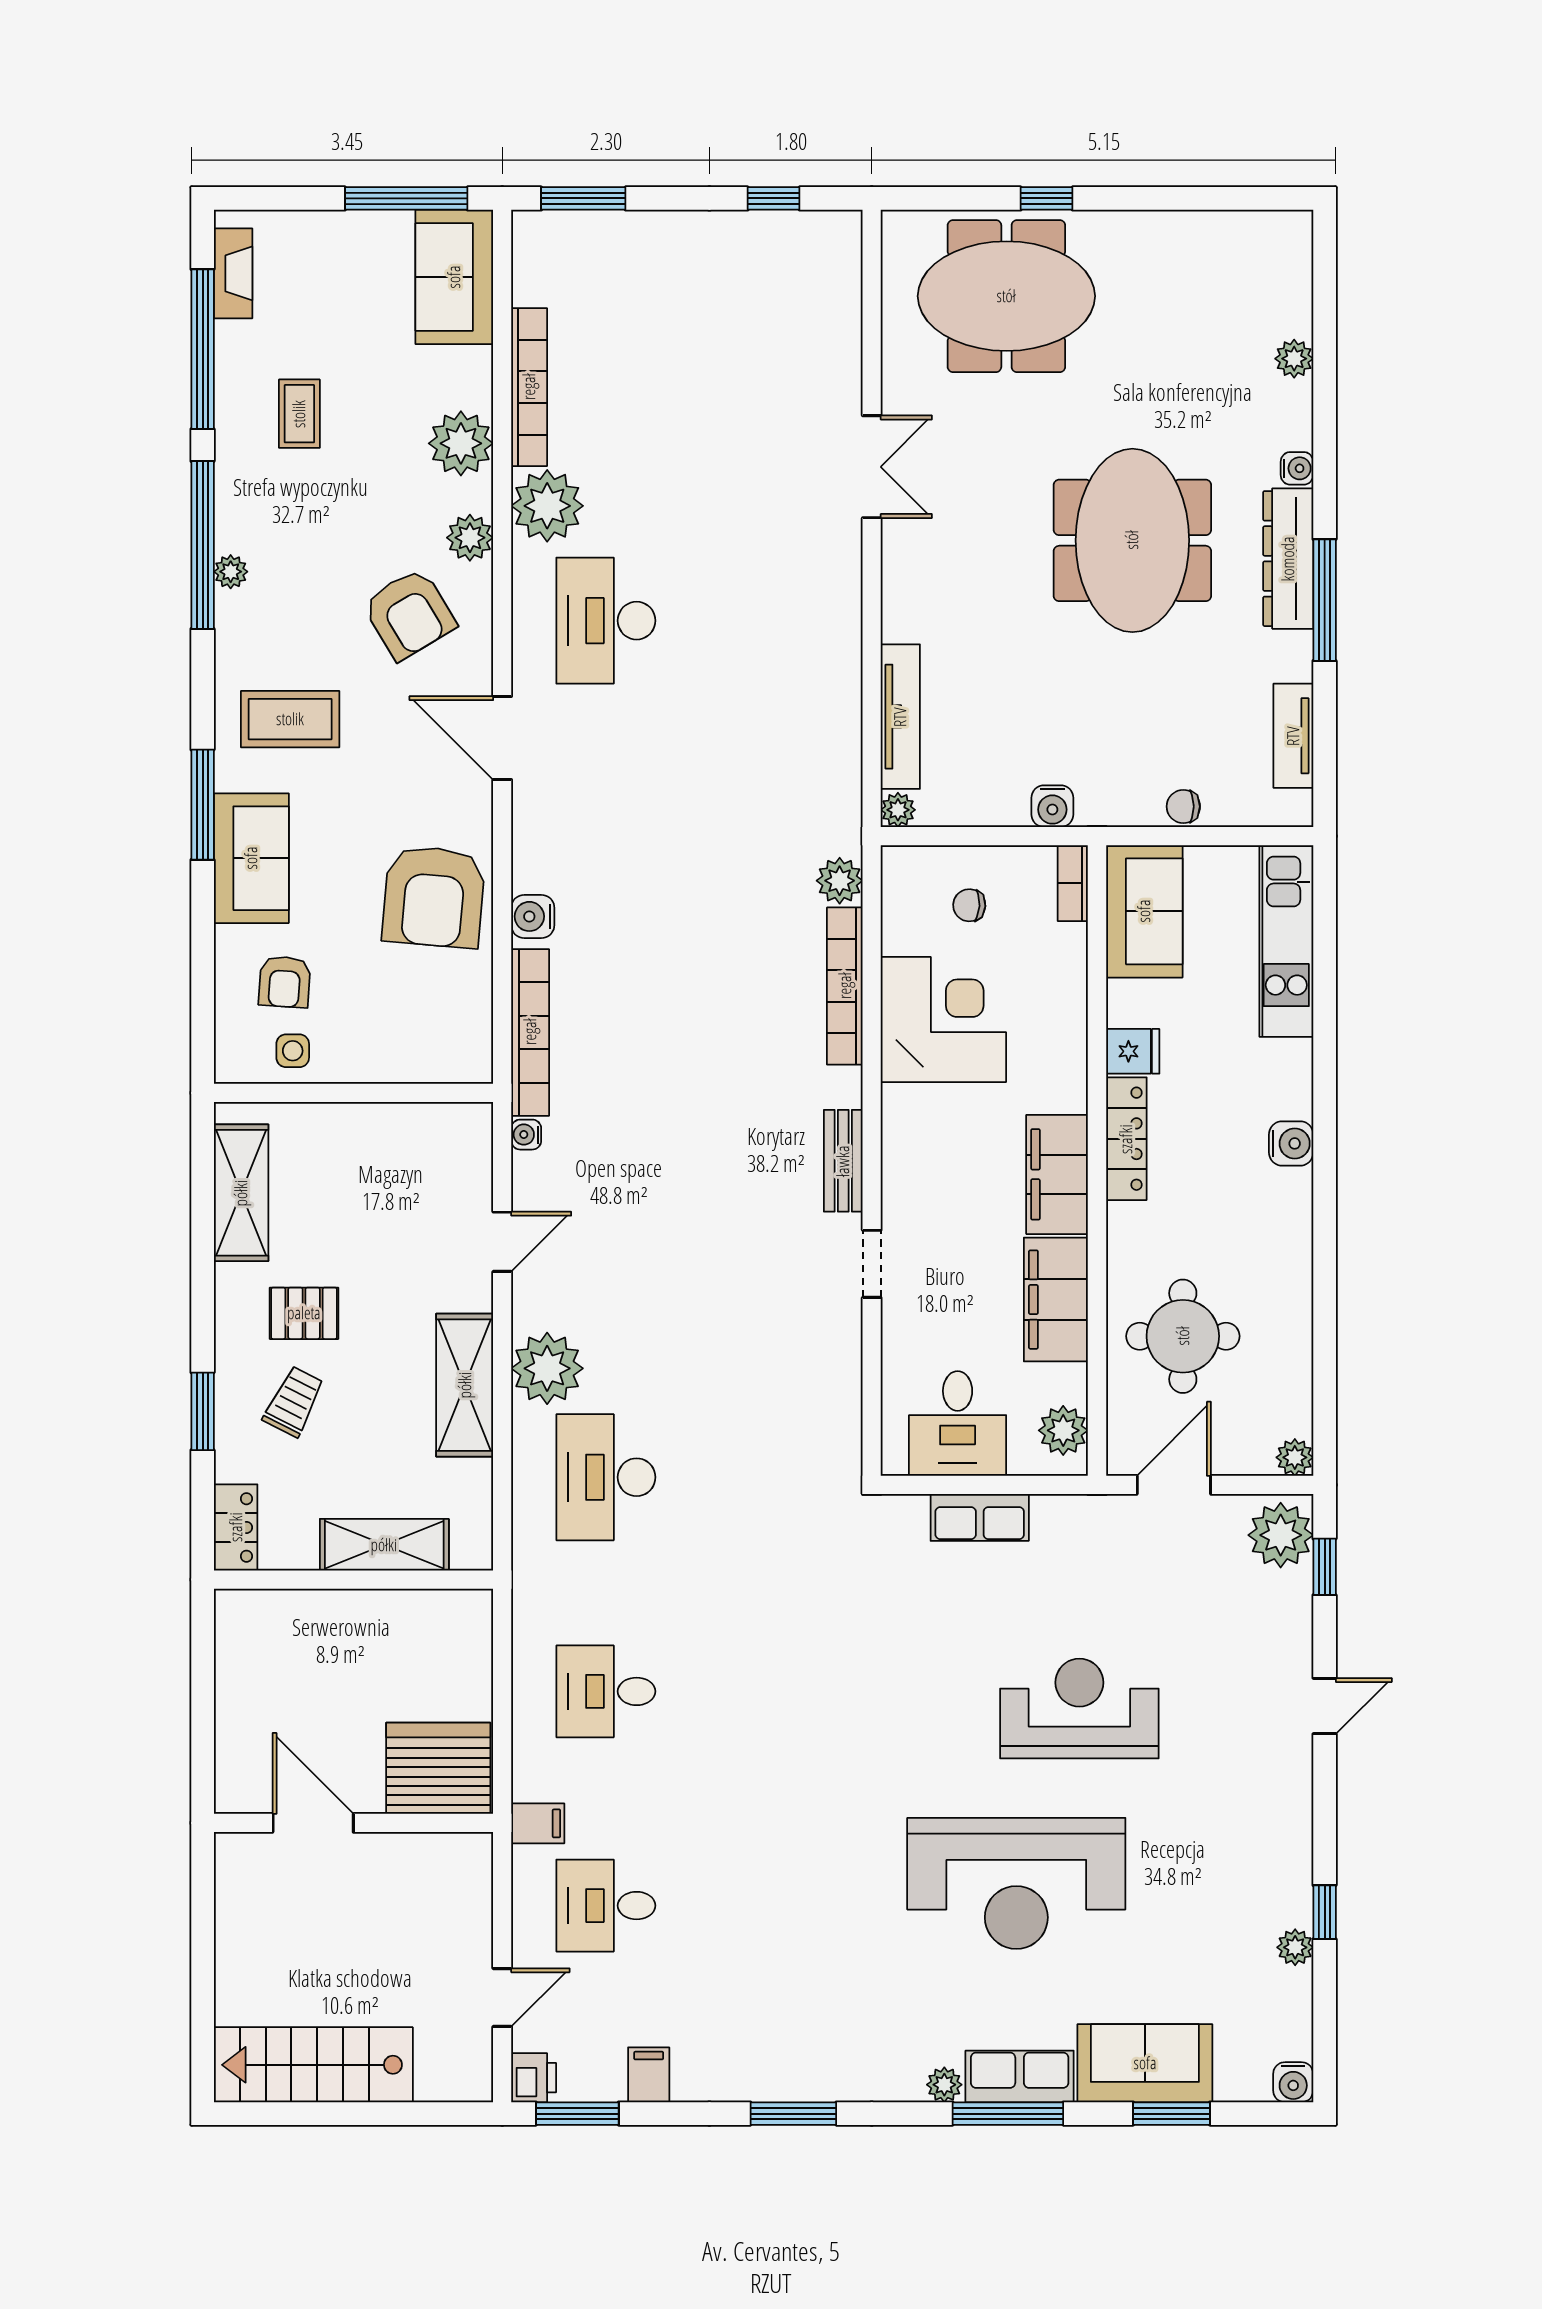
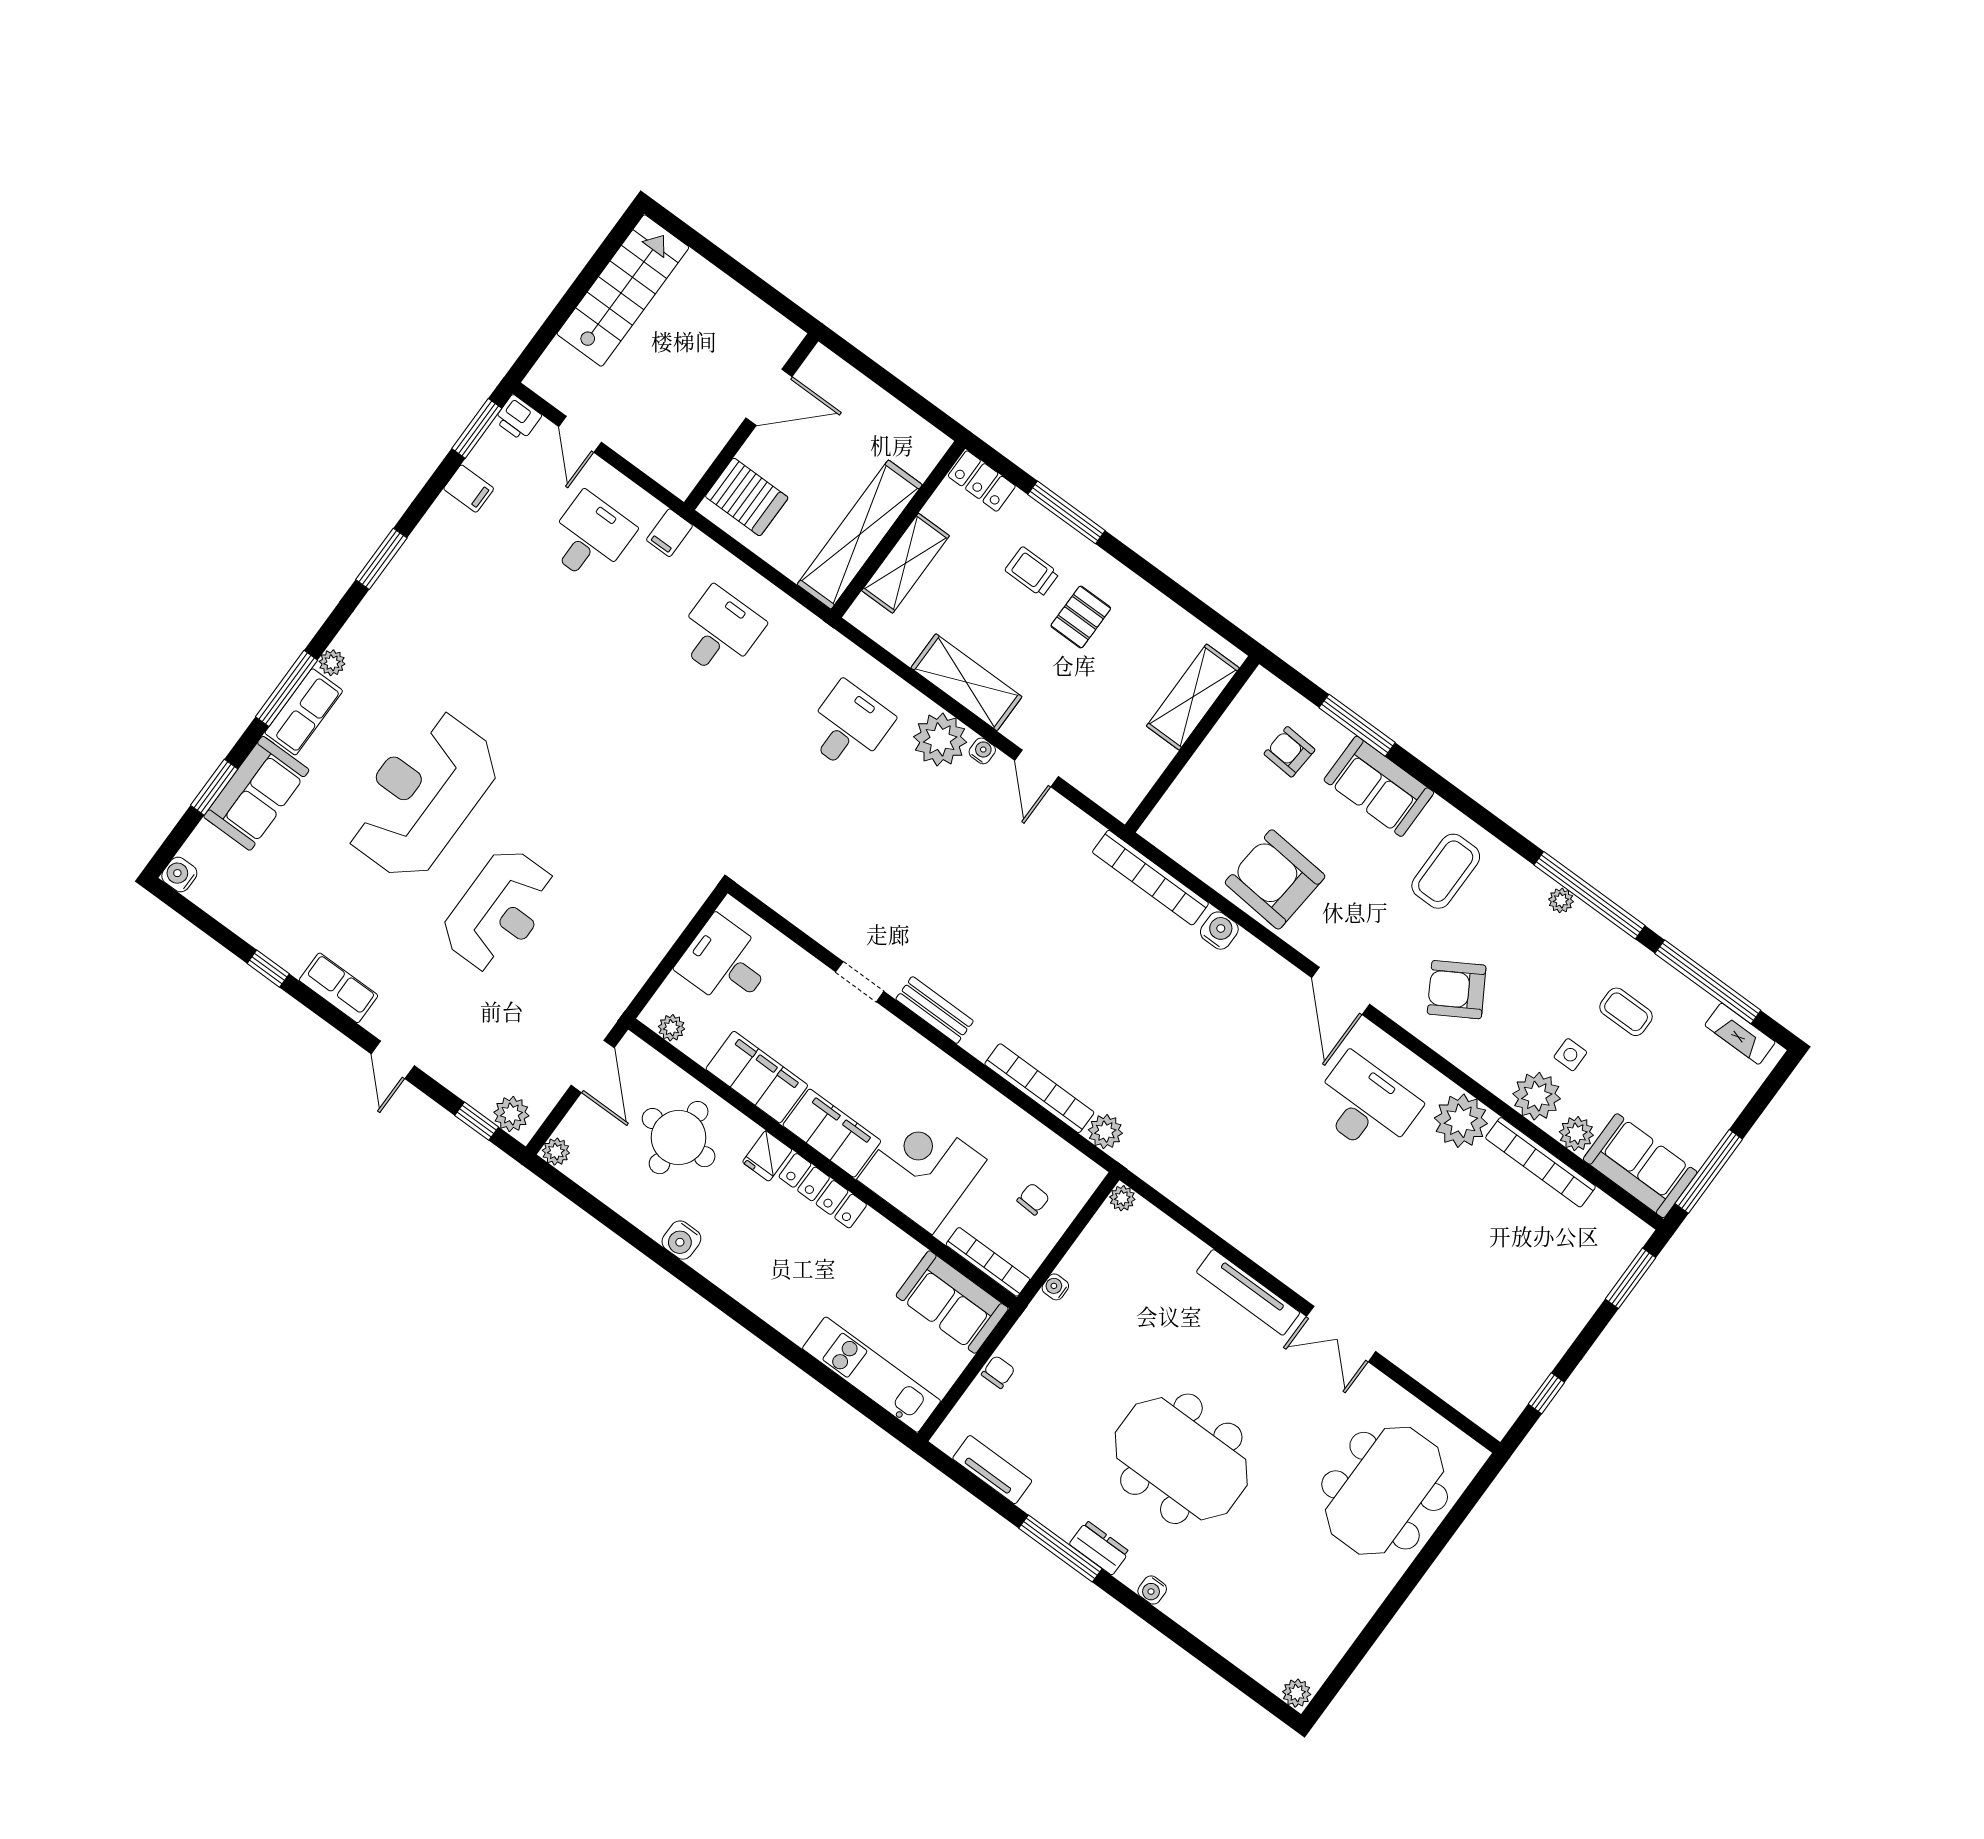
window: (1047, 198) -> (1426, 1558), removed
plant: (1294, 359) -> (1297, 1693), moved
plant: (470, 538) -> (1576, 1134), moved
dresser: (1288, 559) -> (1099, 1548), width x0.51, depth x0.80
tv unit: (900, 717) -> (1248, 1292), moved
door: (502, 738) -> (1341, 991), swing flipped
window: (203, 805) -> (1357, 725), moved
water cooler: (1052, 806) -> (1055, 1287), width x0.72, depth x0.72
bookcase: (1073, 883) -> (988, 1262), width x1.56
corner desk: (943, 1019) -> (922, 1170), moved, turned 180
side table: (293, 1051) -> (1570, 1055), moved
fridge: (1133, 1051) -> (767, 1156), moved
water cooler: (526, 1135) -> (982, 751), moved
water cooler: (1291, 1143) -> (681, 1240), moved
shelving: (241, 1193) -> (1193, 697), moved, turned 90
trolley: (294, 1402) -> (1032, 572), turned 153
window: (203, 1411) -> (1066, 512), width x1.44
plant: (1063, 1430) -> (672, 1028), width x0.73, depth x0.73
desk: (606, 1477) -> (848, 727), width x0.73
row of seats: (980, 1517) -> (338, 988), moved, turned 90
plant: (1281, 1535) -> (511, 1114), width x0.73, depth x0.73
shelving: (390, 1617) -> (860, 535), added
server rack: (438, 1768) -> (747, 497), width x0.62
plant: (1295, 1947) -> (260, 935), removed

